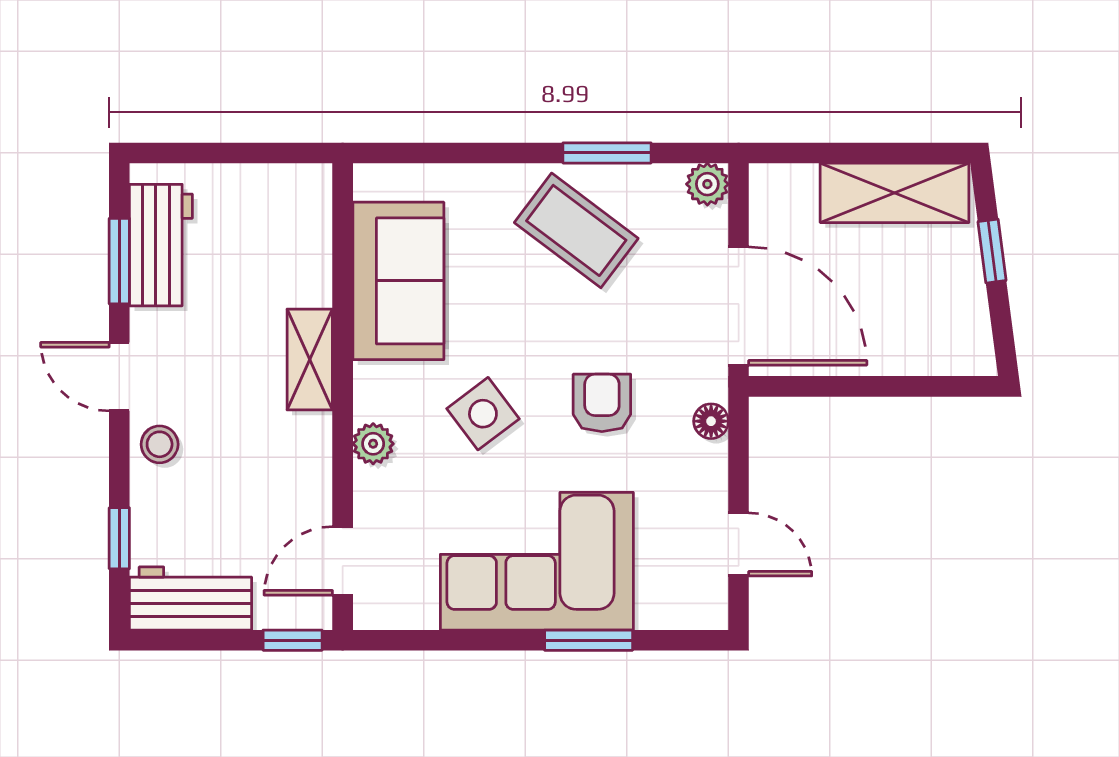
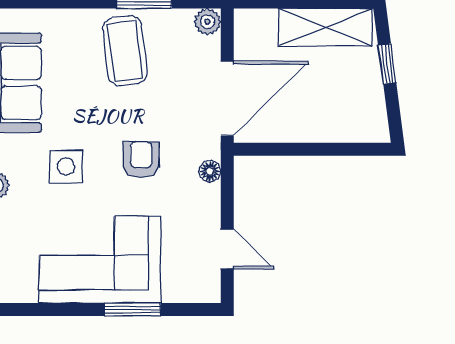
coffee table: (576, 230) -> (125, 51), turned 46
door: (739, 306) -> (227, 99), hinge flipped
side table: (483, 414) -> (66, 167), turned 37

